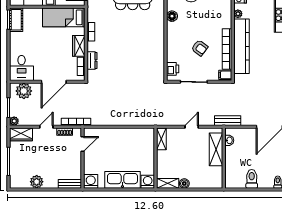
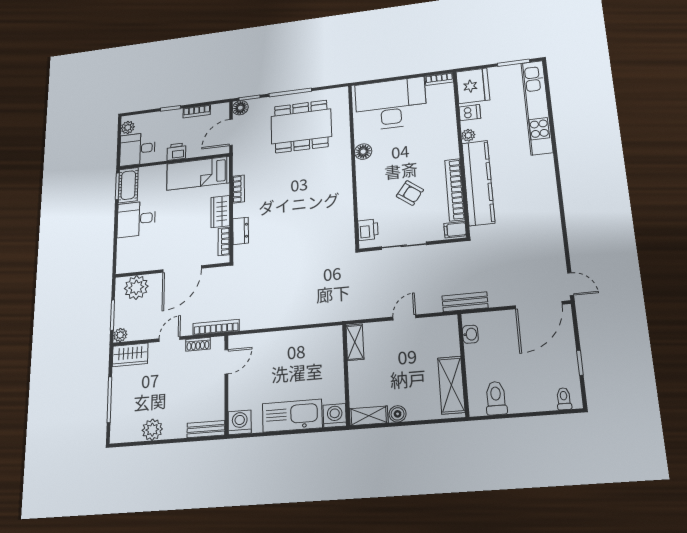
desk: (22, 68) -> (136, 219), moved, turned 90
shelving: (216, 149) -> (451, 385), moved
toilet: (252, 179) -> (496, 398), moved

